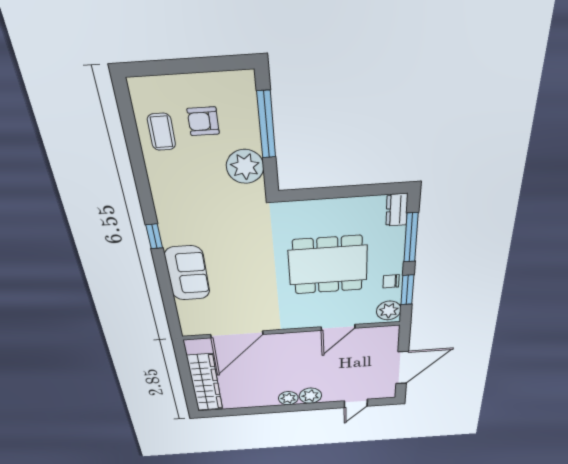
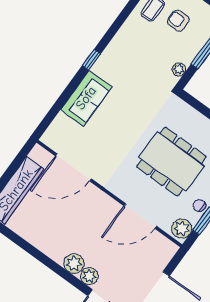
plant: (245, 167) -> (179, 69), width x0.53, depth x0.53
door: (338, 327) -> (140, 216), width x1.36
plant: (288, 398) -> (89, 276), moved

